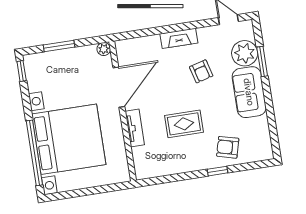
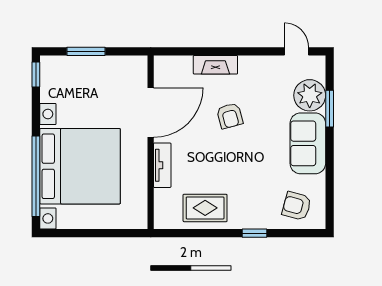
fireplace: (179, 38) -> (215, 65), moved
plant: (104, 49) -> (140, 63), removed
armchair: (201, 71) -> (230, 116), moved
rug: (184, 124) -> (205, 208), moved
armchair: (228, 147) -> (297, 206), moved

